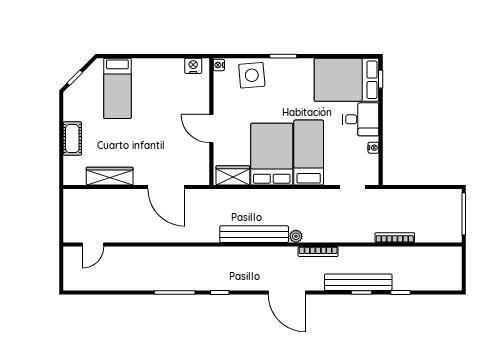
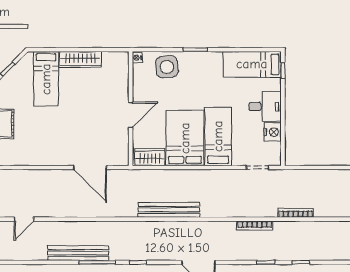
nightstand: (193, 66) -> (114, 58), removed
bed: (347, 80) -> (252, 64), width x0.67
door: (211, 129) -> (131, 115), swing flipped
nightstand: (373, 148) -> (273, 132), width x1.89, depth x1.79
wardrobe: (110, 176) -> (80, 60), moved, turned 180
plant: (296, 236) -> (207, 212), removed
bookcase: (318, 252) -> (255, 226), moved
bench: (358, 282) -> (78, 253), moved

